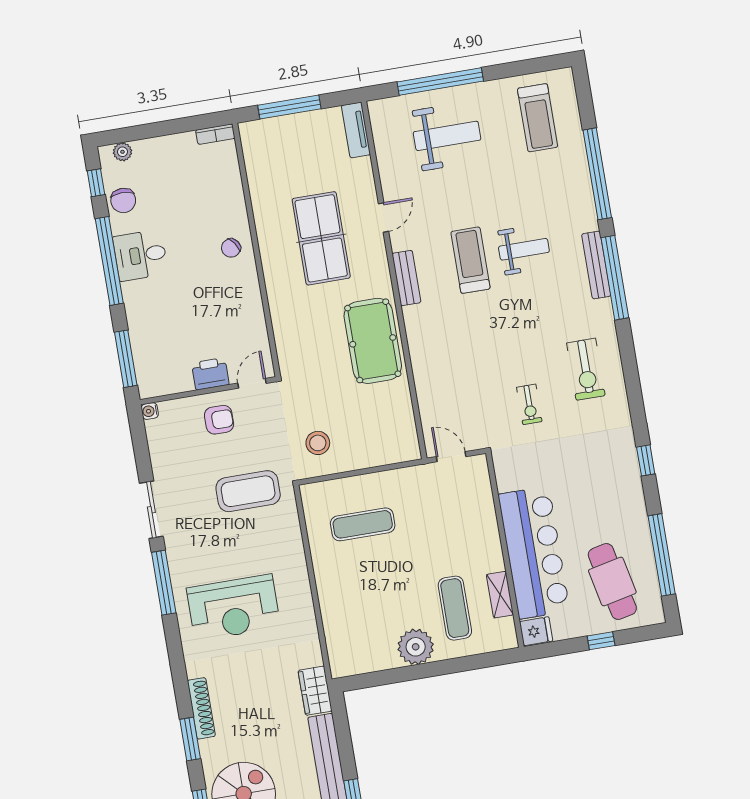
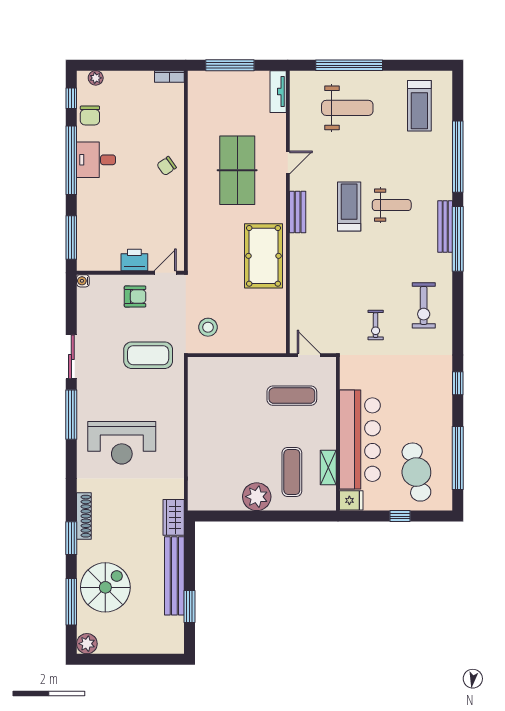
exercise mat: (363, 524) -> (292, 396), moved

